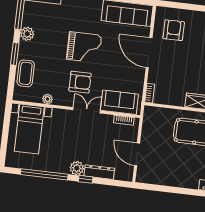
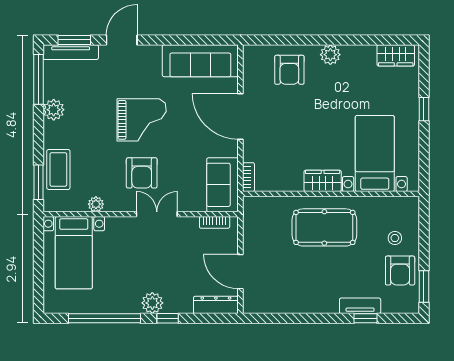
armchair: (174, 30) -> (289, 70), moved, turned 180
window: (15, 54) -> (38, 182), moved
armchair: (80, 82) -> (142, 173), turned 90
sofa: (119, 102) -> (223, 185), moved, turned -90
dresser: (99, 172) -> (216, 305), moved

